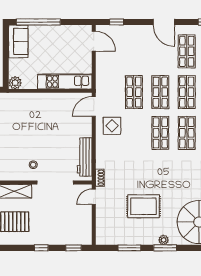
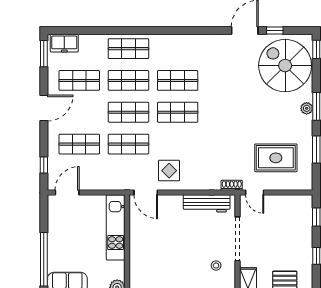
shop shelf: (134, 51) -> (79, 144), added
rug: (143, 206) -> (276, 158), moved, turned 90

